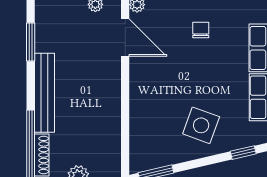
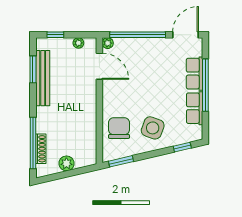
chair: (201, 30) -> (119, 128), moved, width x1.87, depth x1.87
bench: (44, 93) -> (43, 78), moved

